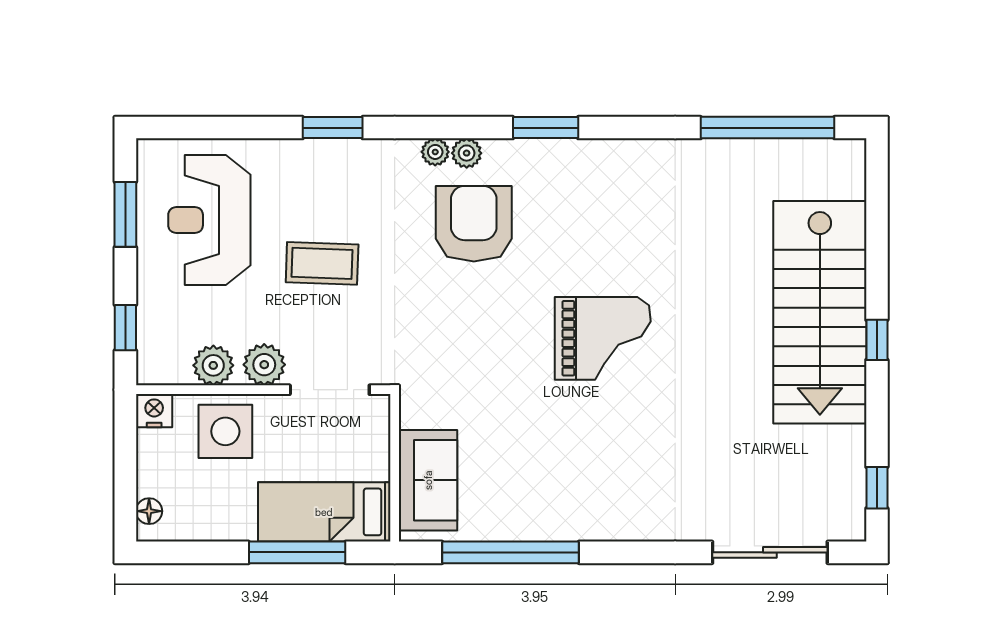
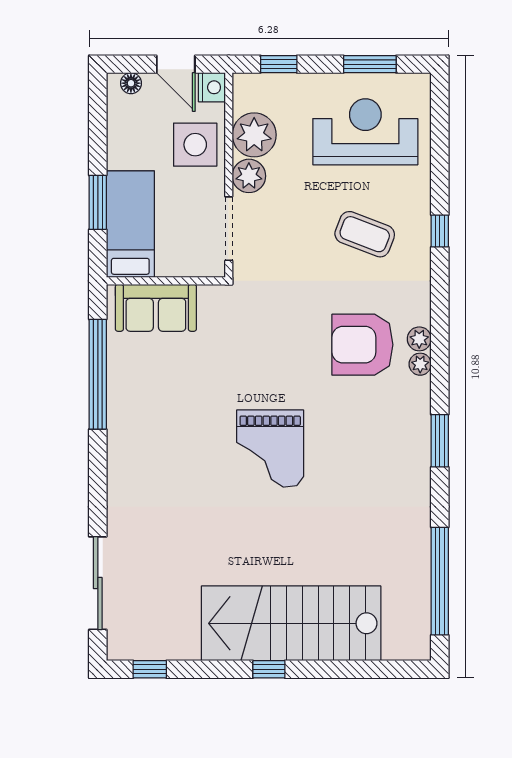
window: (333, 128) -> (440, 231), width x0.67
window: (546, 128) -> (440, 441), moved
plant: (435, 152) -> (420, 364), moved
armchair: (474, 224) -> (362, 345), turned 180
coffee table: (322, 263) -> (365, 234), moved, turned -71
plant: (213, 365) -> (254, 135), width x1.36, depth x1.36
door: (125, 456) -> (176, 64), added
window: (297, 552) -> (98, 202), width x0.69

